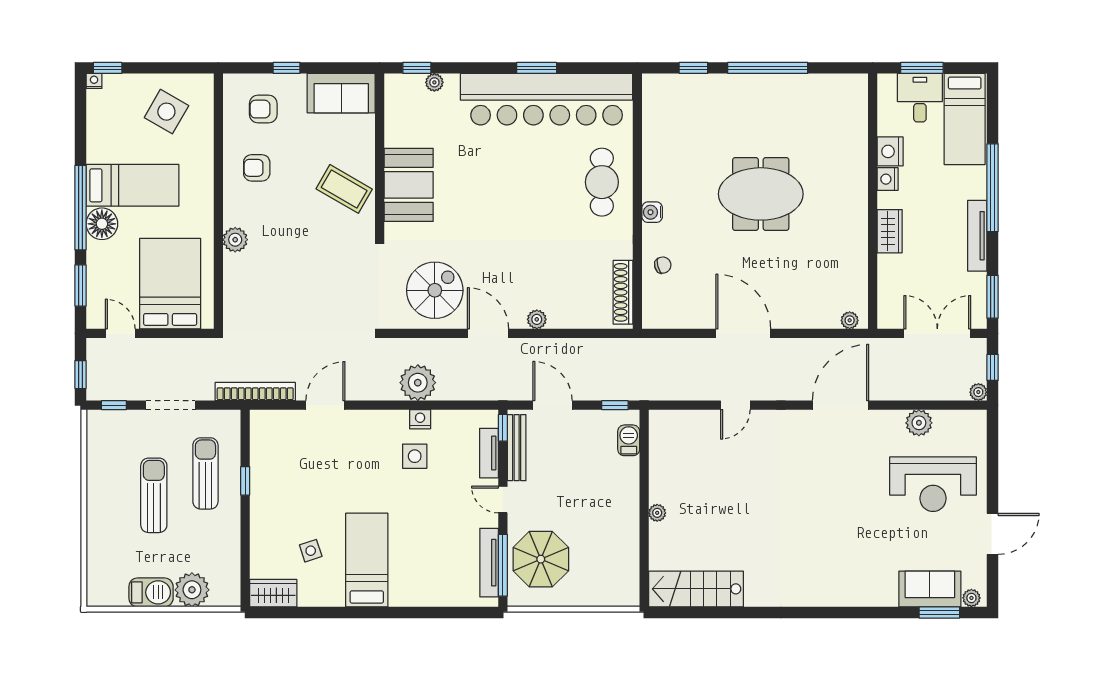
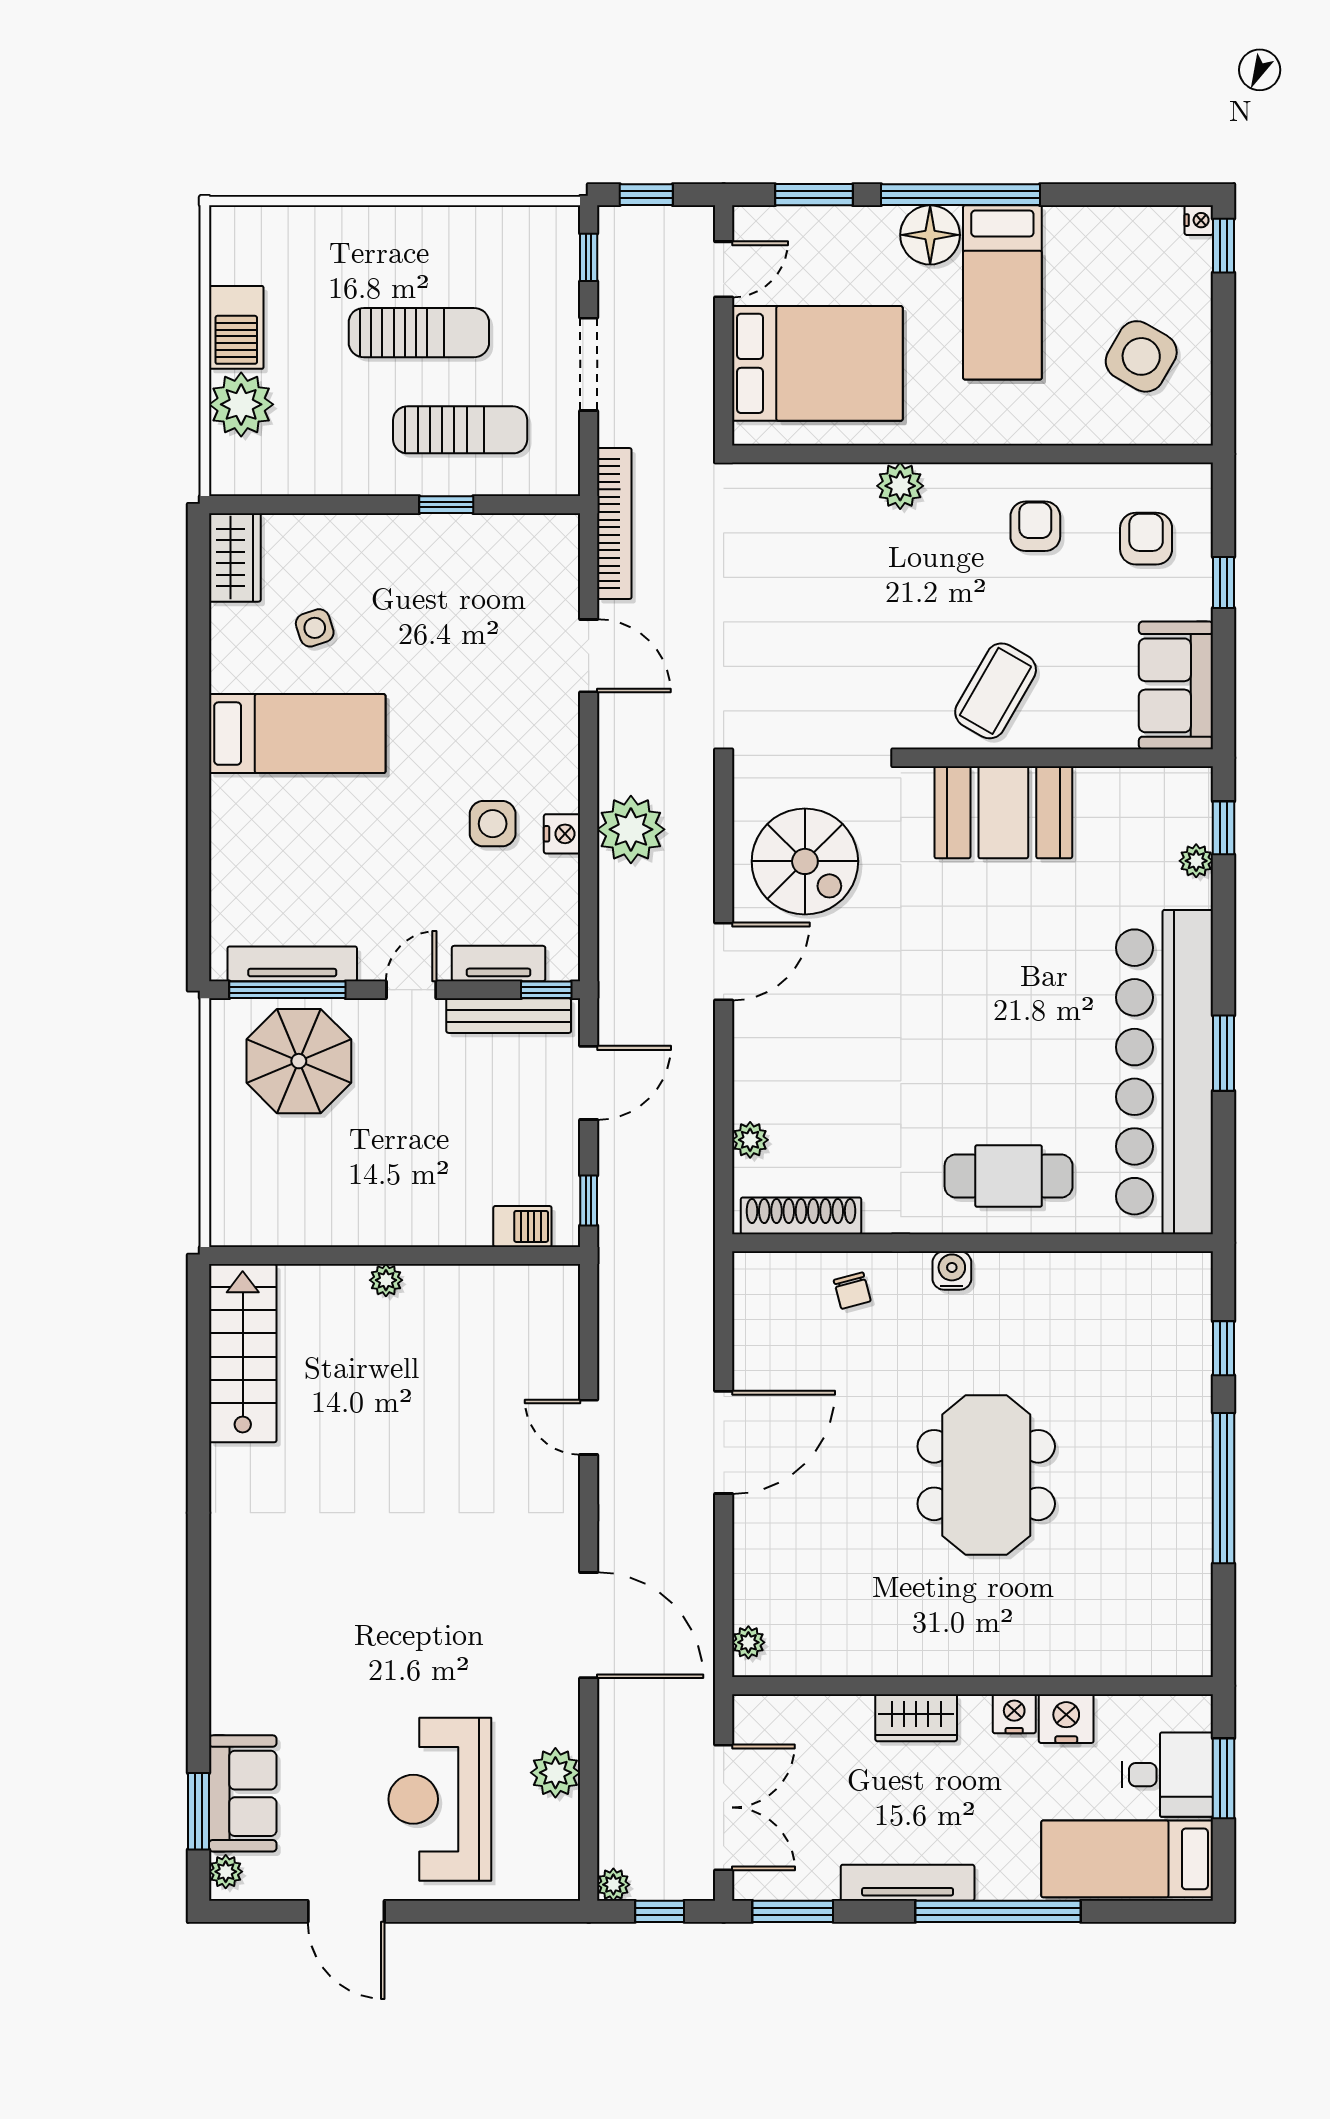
plant: (537, 319) -> (750, 1140), moved

